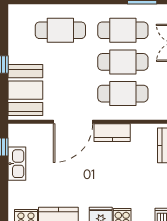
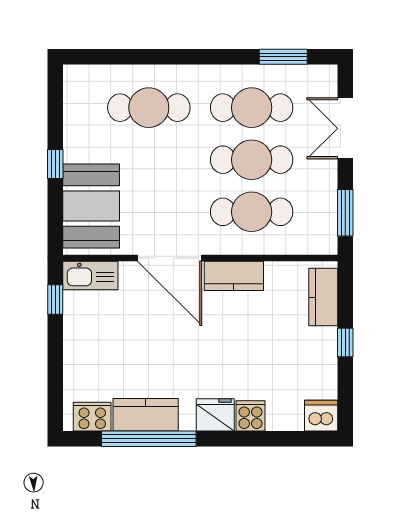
door: (73, 122) -> (170, 258), hinge flipped
kitchen sink: (17, 164) -> (90, 276), moved, turned 90

